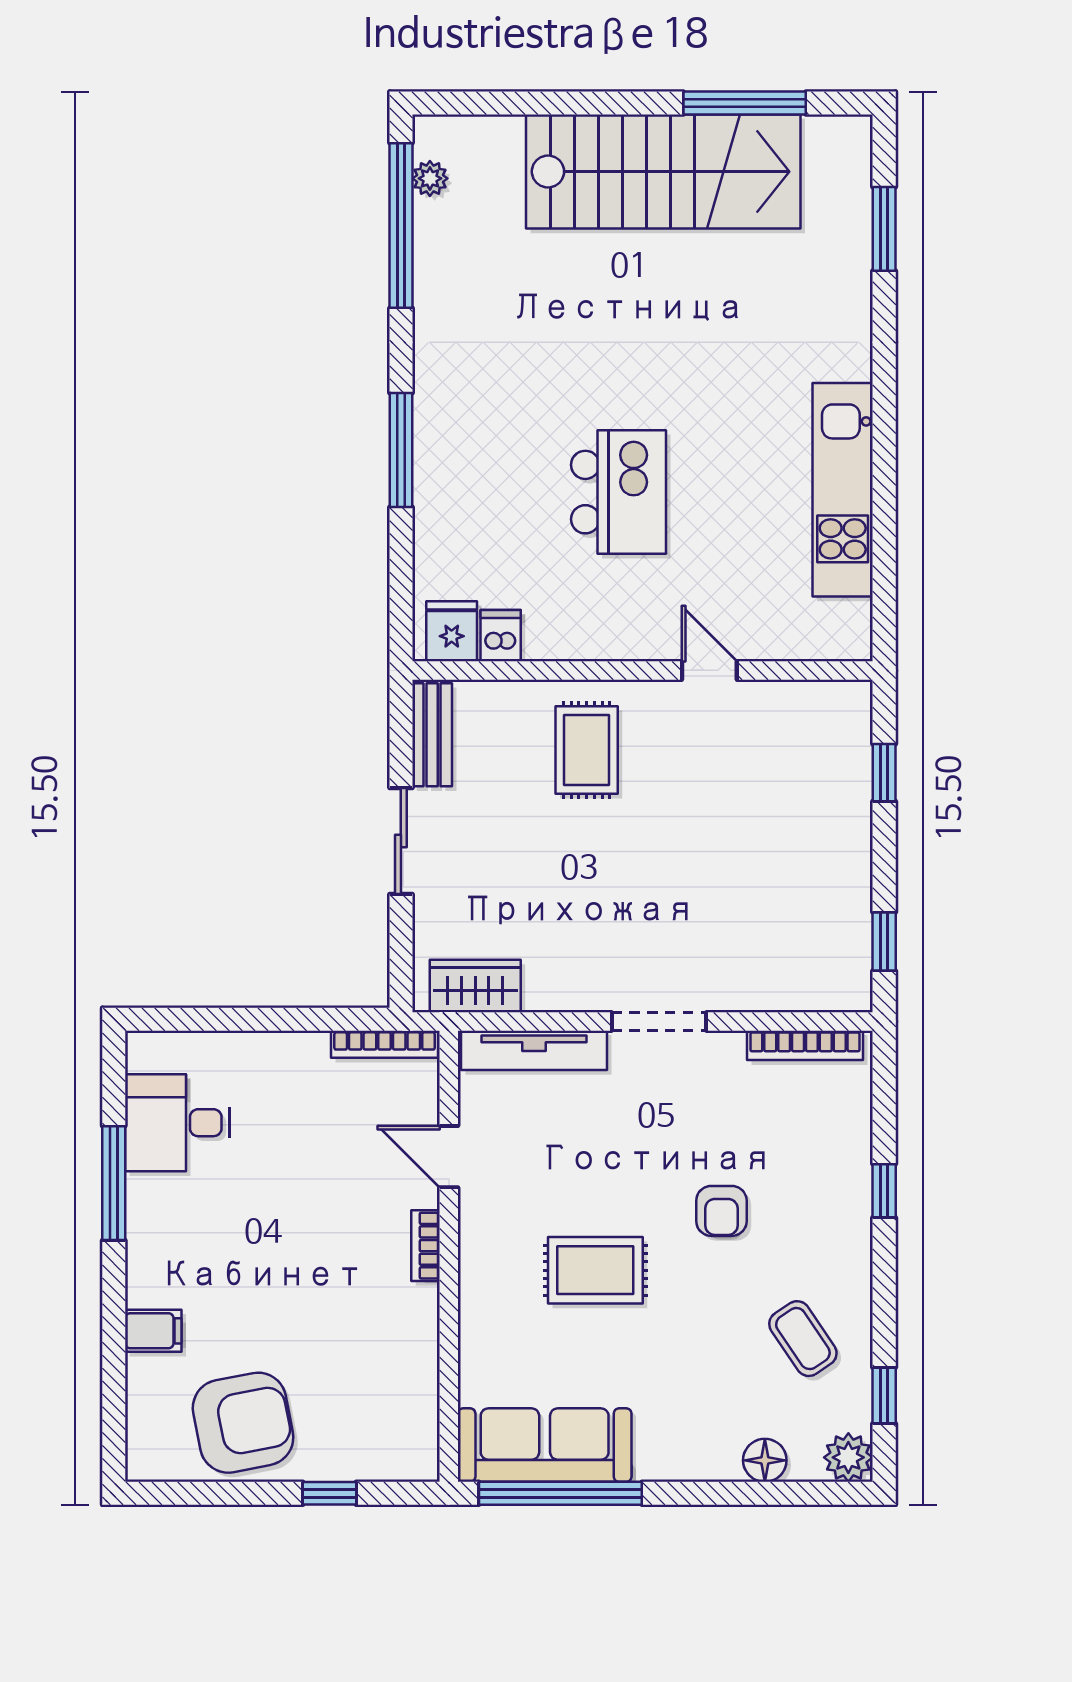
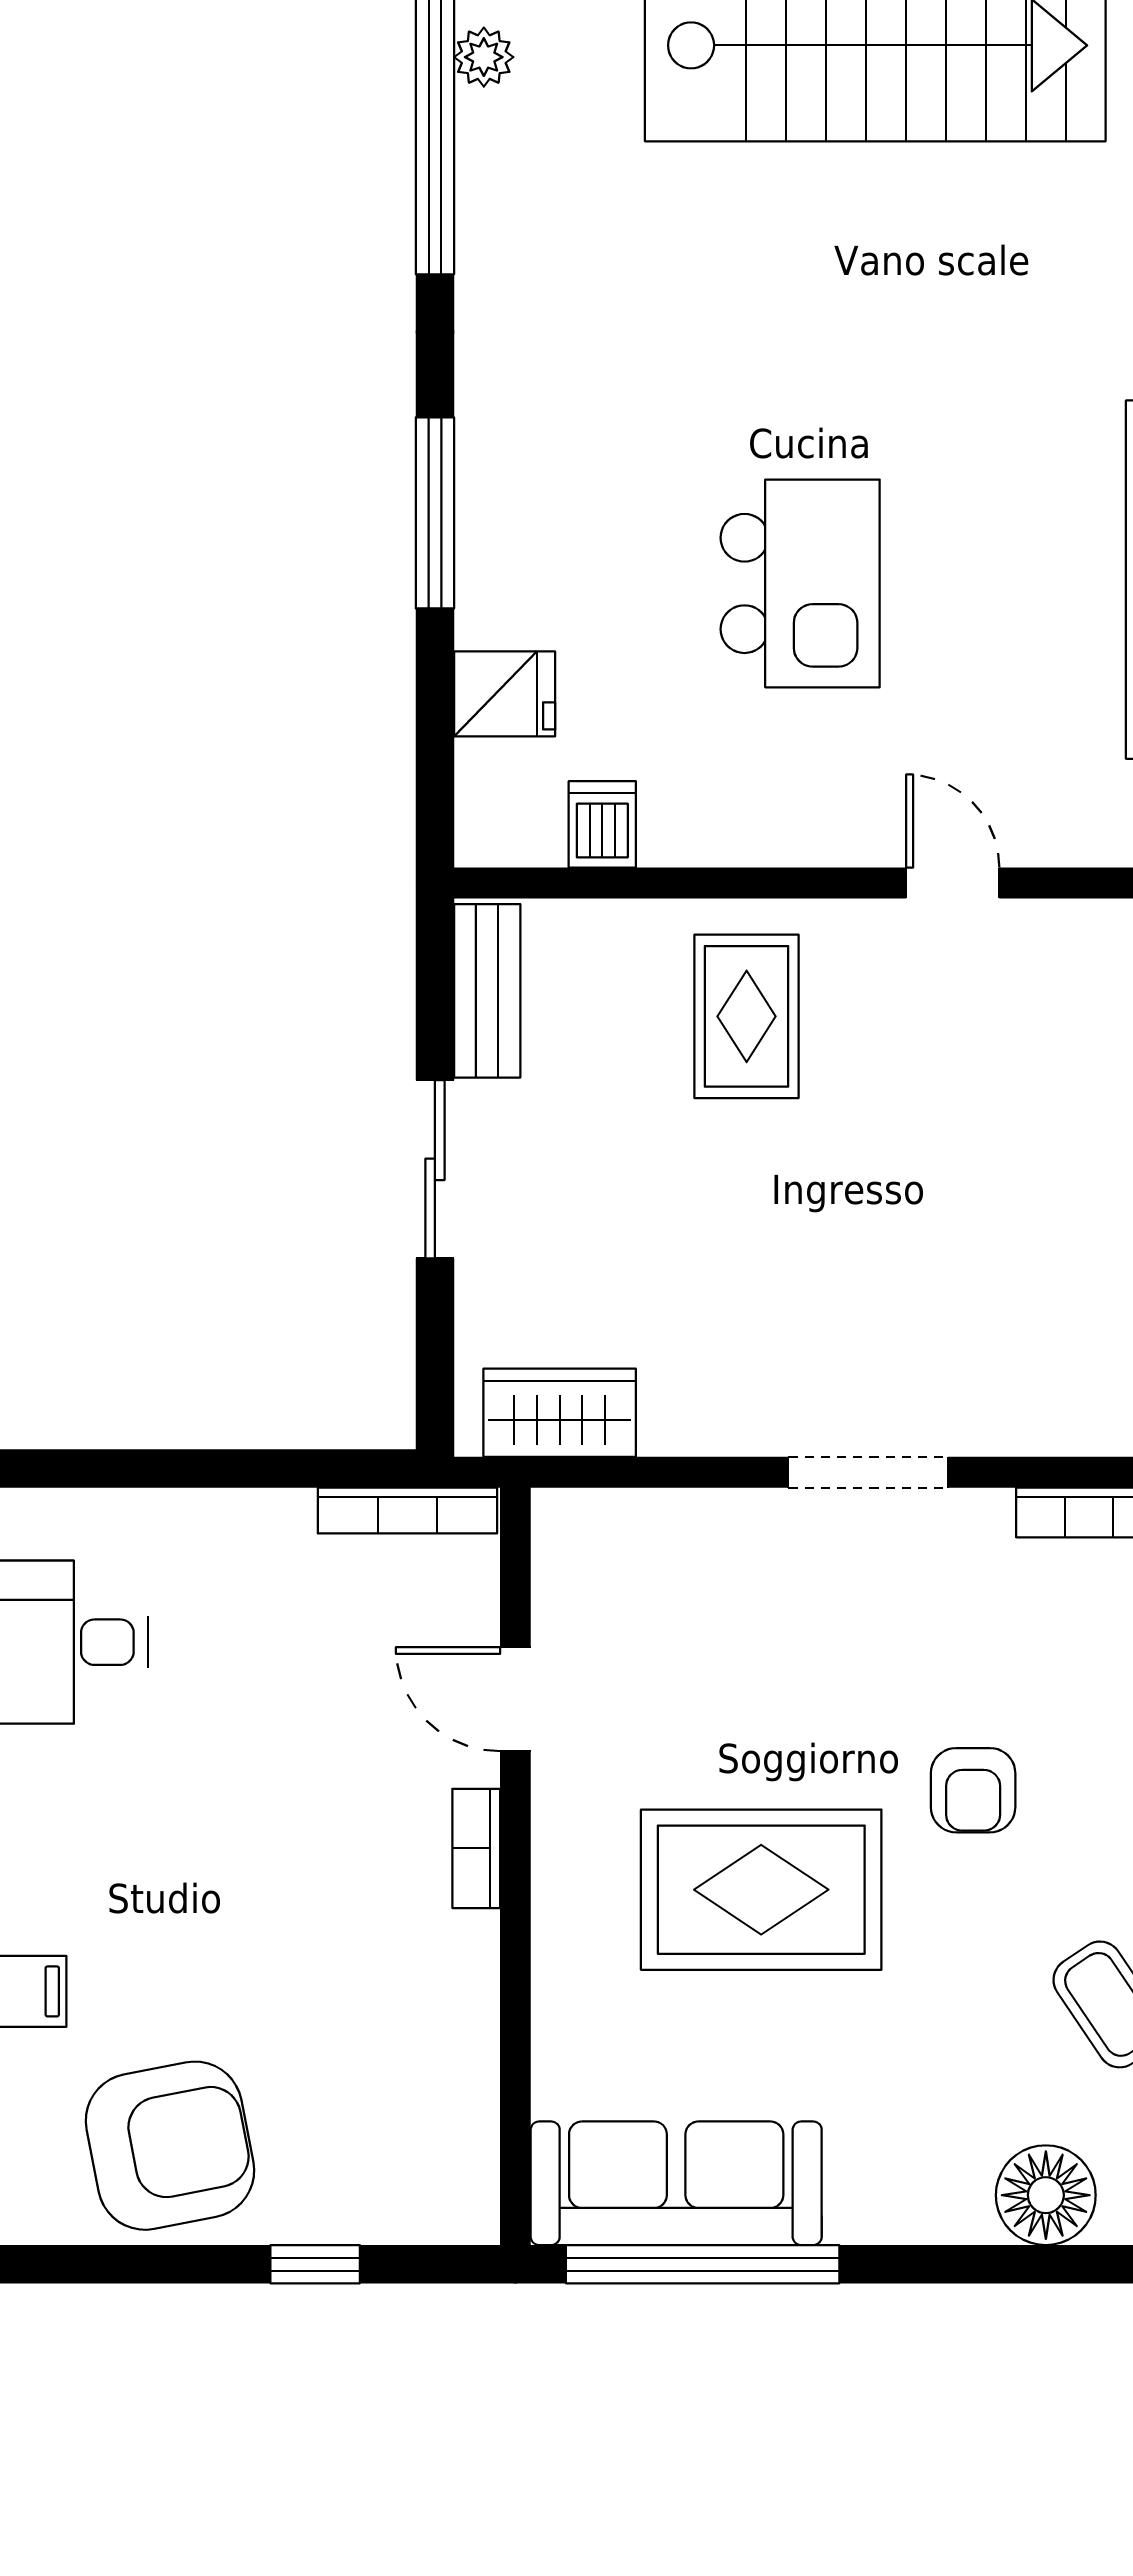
fridge: (452, 631) -> (505, 694), moved, turned 90
tv unit: (534, 1050) -> (658, 1521), removed
rug: (595, 1270) -> (761, 1890), width x1.36, depth x1.43
floor lamp: (765, 1460) -> (1046, 2195), width x1.38, depth x1.38

